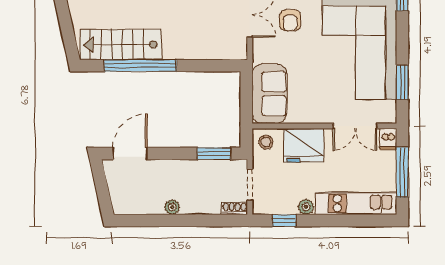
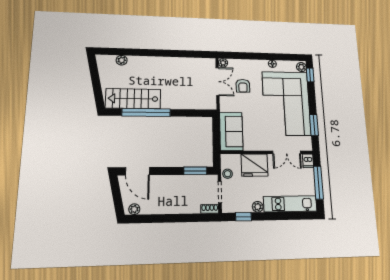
stool: (266, 142) -> (228, 174), moved
door: (130, 154) -> (138, 171), swing flipped
plant: (172, 207) -> (134, 209), moved

